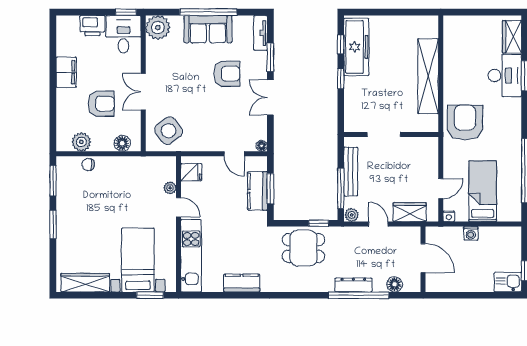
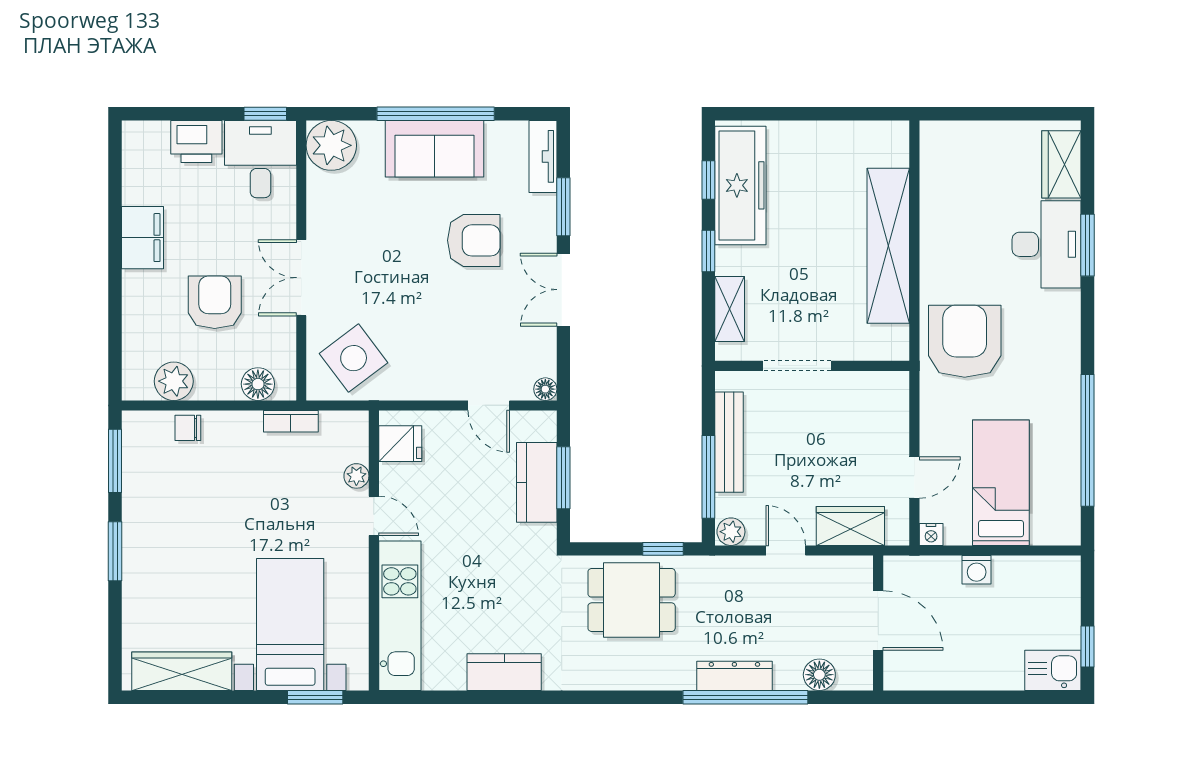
armchair: (101, 104) -> (215, 302), turned -90
shelving: (351, 107) -> (730, 309), added
bookcase: (138, 161) -> (291, 421), added

